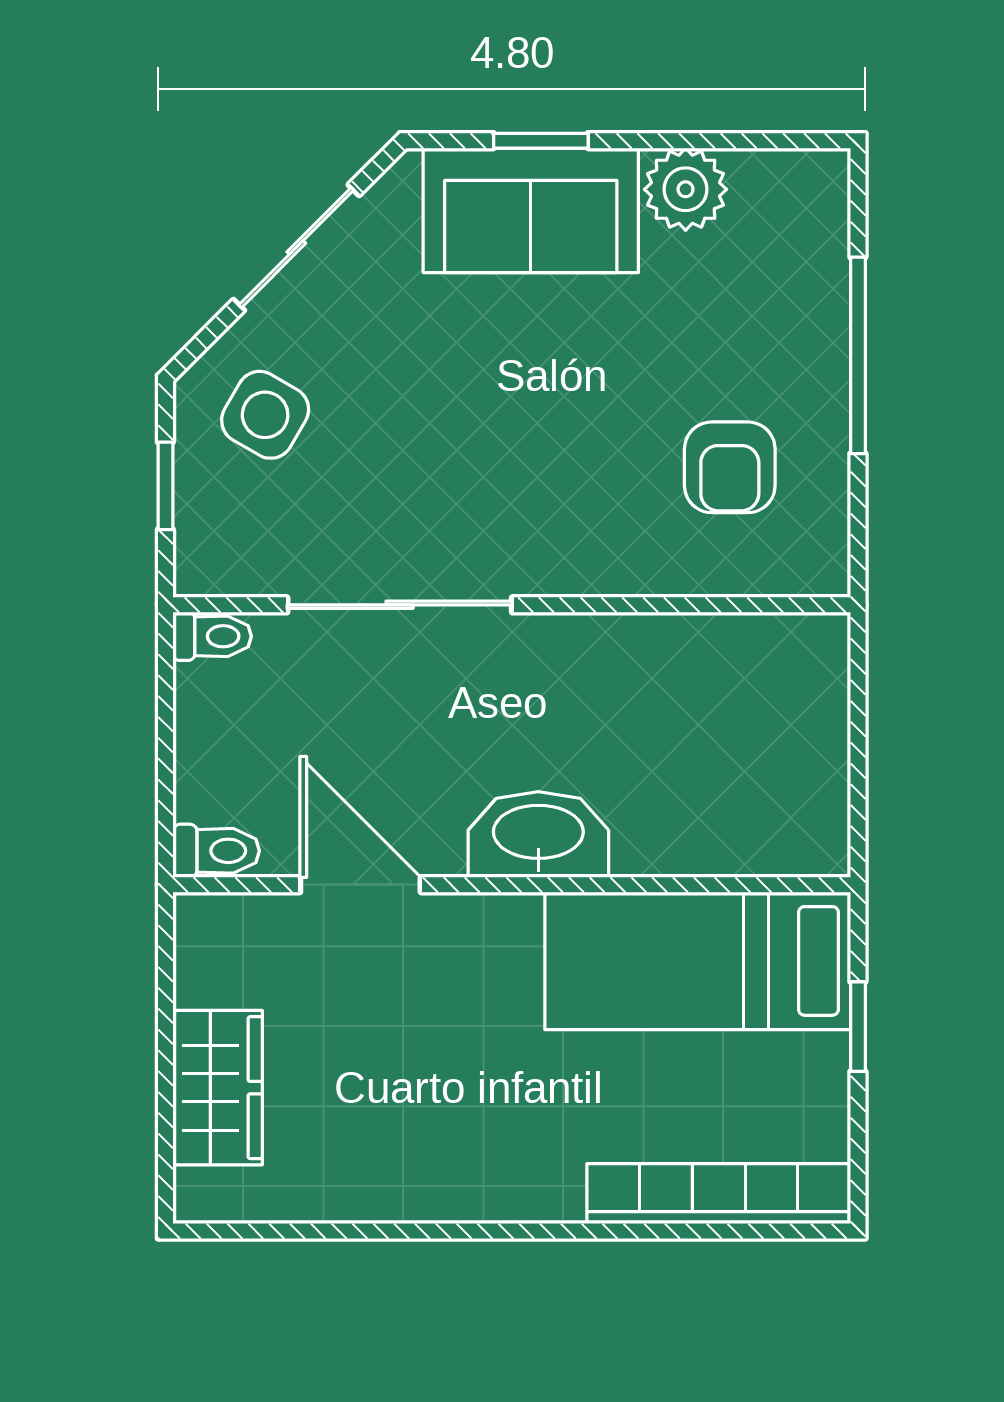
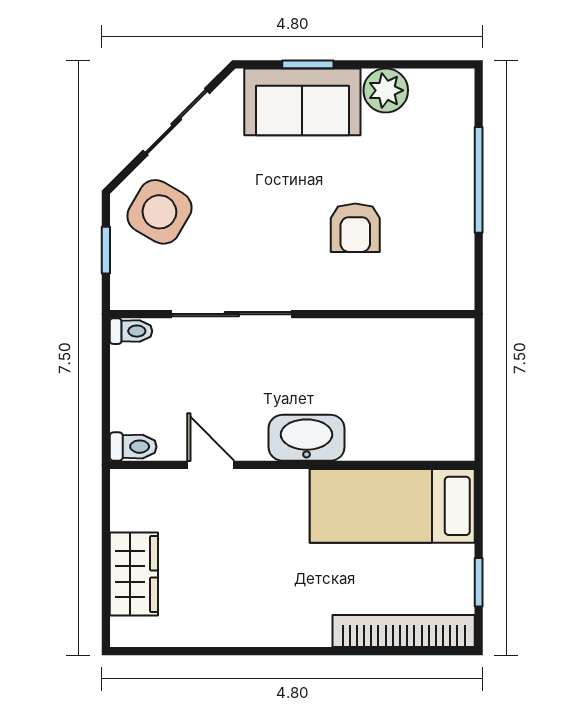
side table: (265, 415) -> (159, 212), width x1.37, depth x1.37
armchair: (730, 467) -> (355, 228), moved
door: (360, 885) -> (211, 465), width x0.73
window: (858, 1027) -> (479, 582), moved

